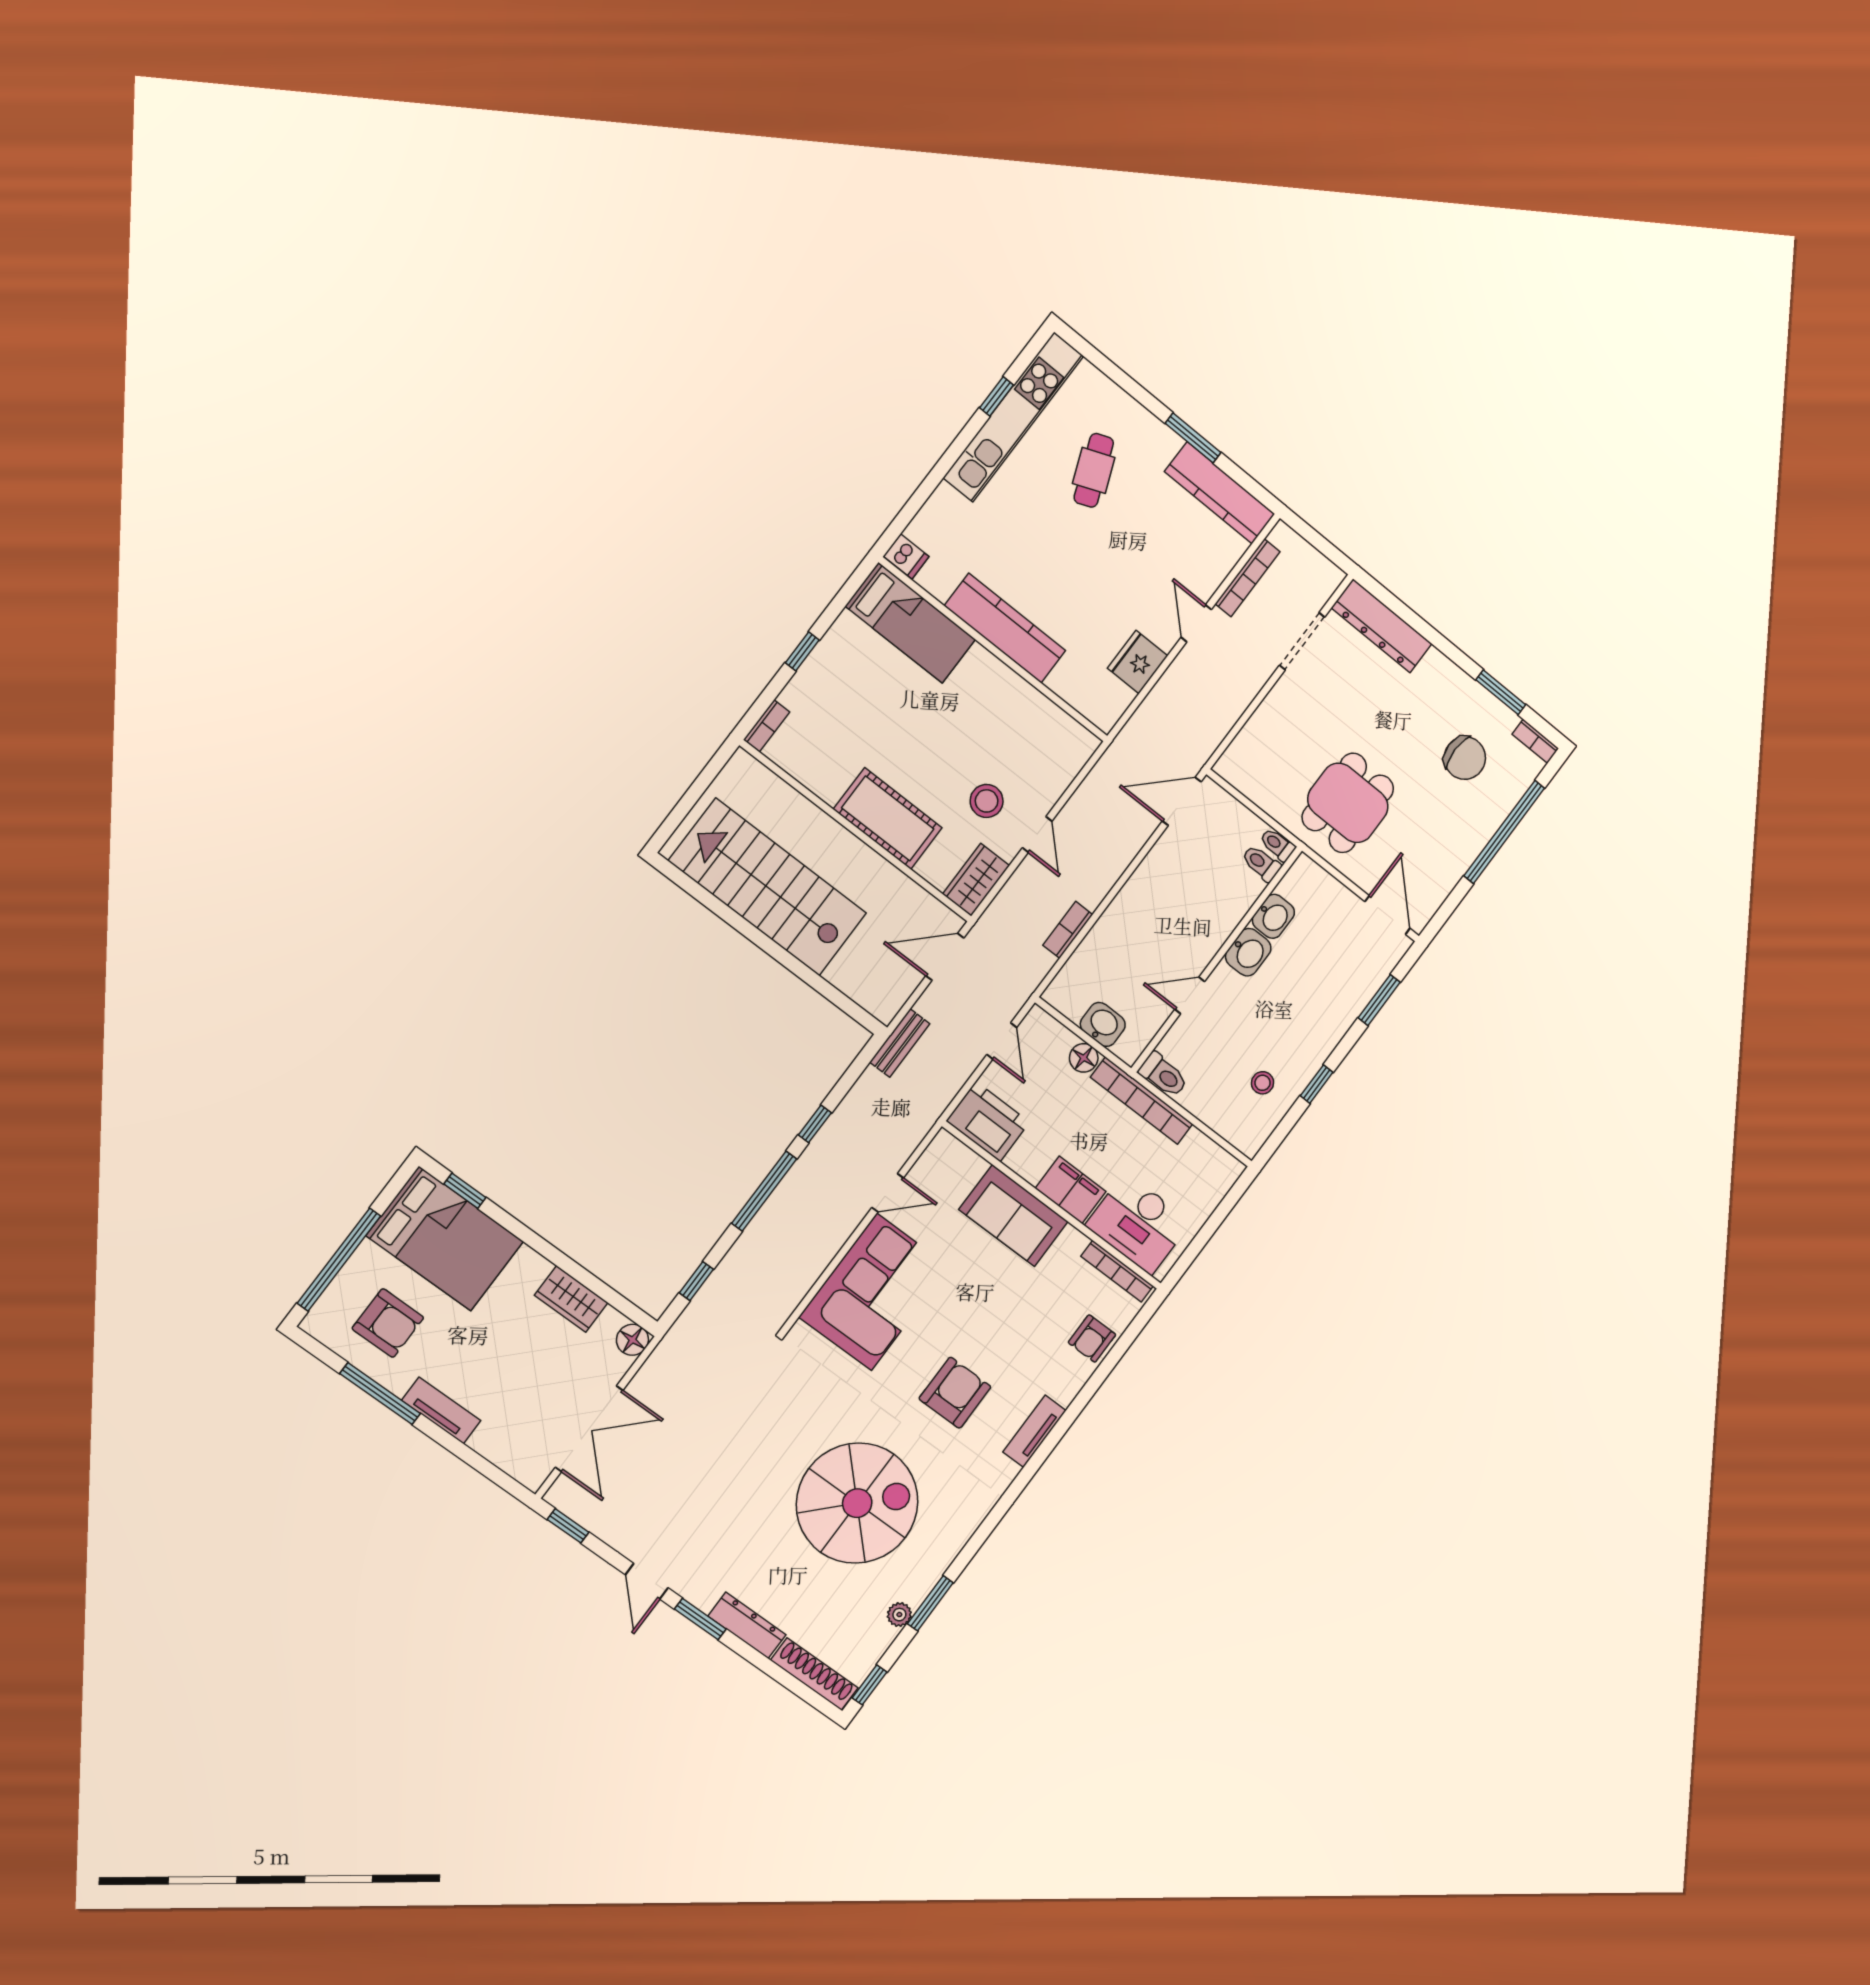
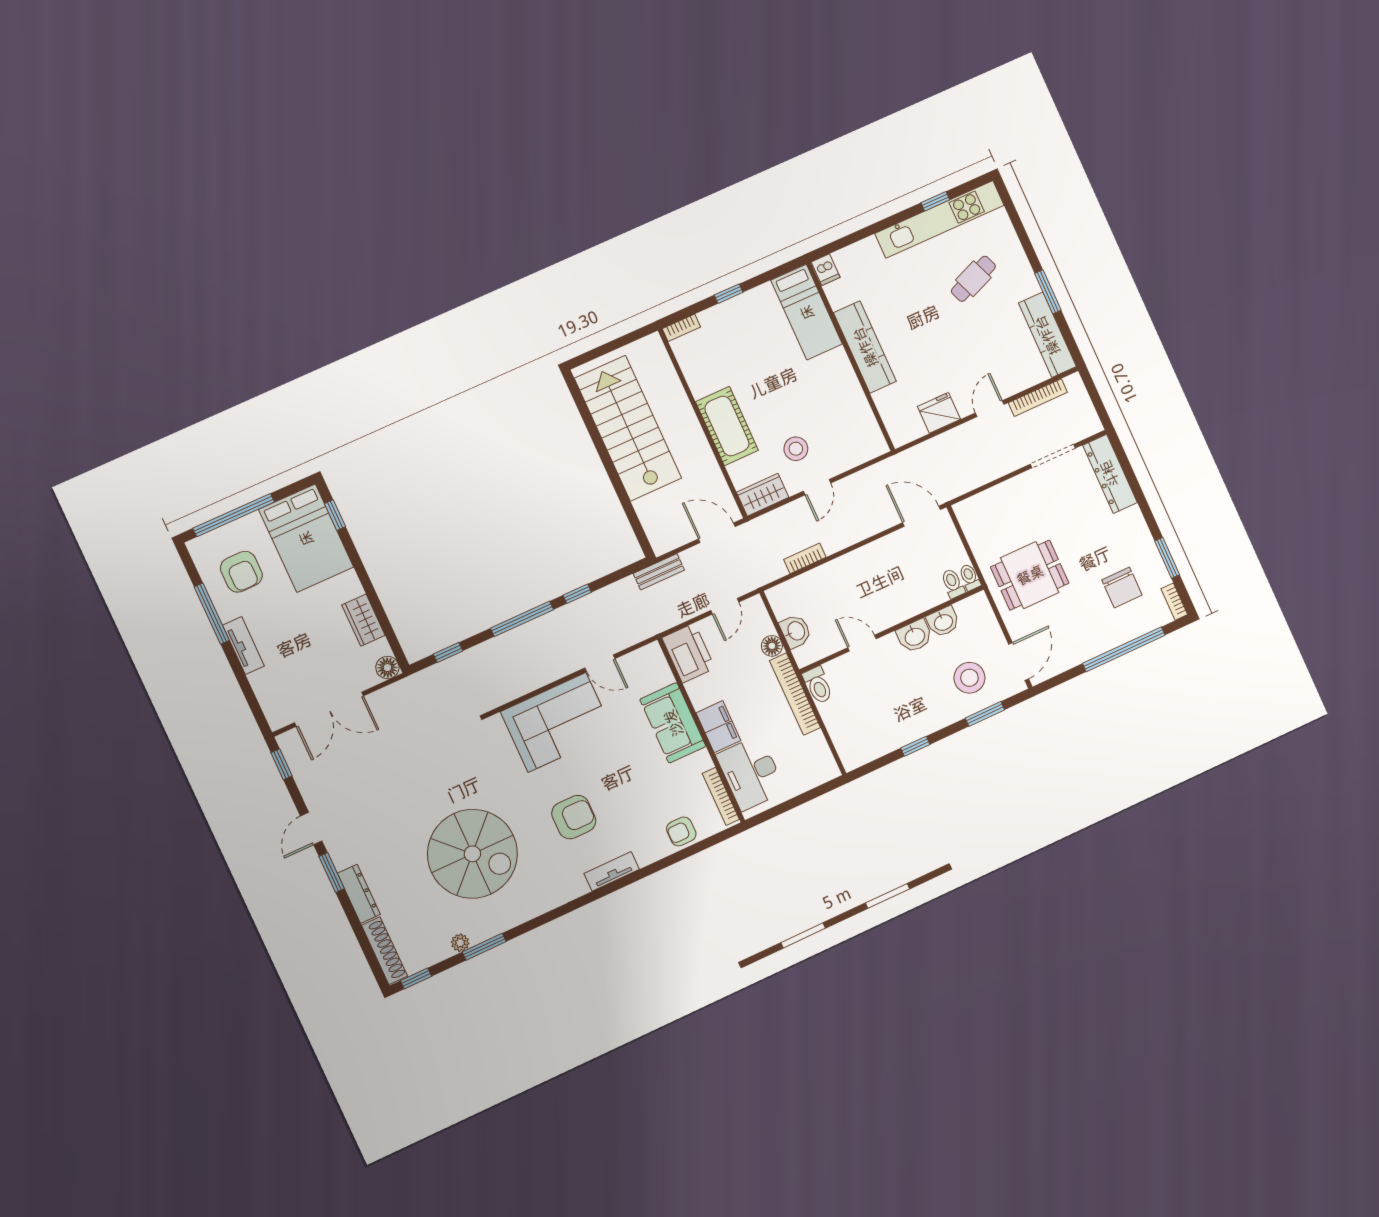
stool: (1263, 1083) -> (969, 678), moved, width x1.89, depth x1.89

